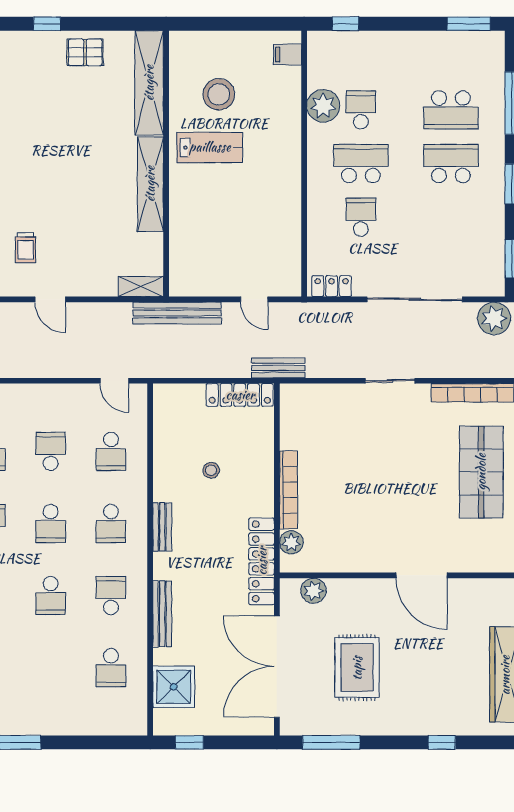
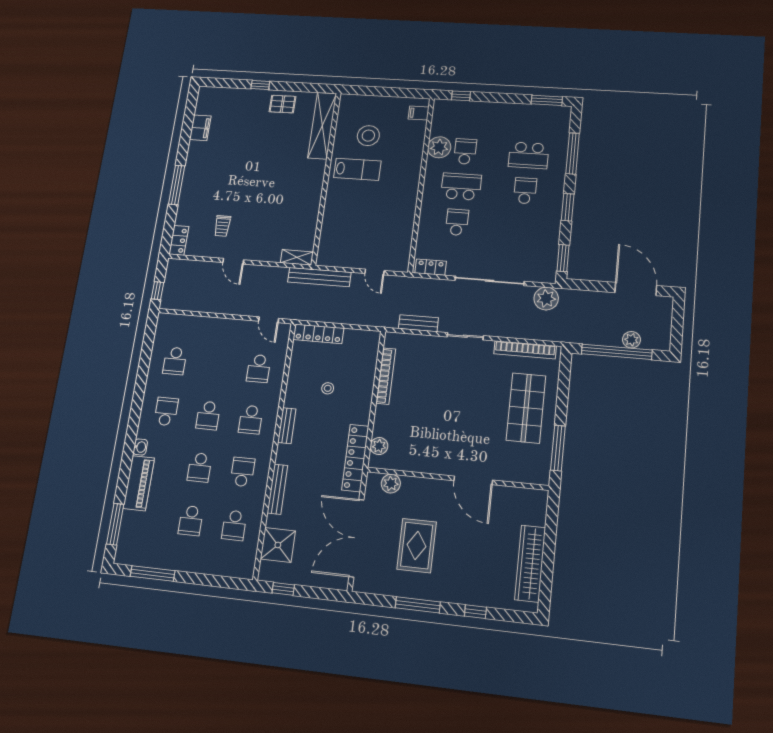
school desk: (451, 164) -> (525, 191), width x0.54
shelving: (150, 184) -> (313, 190), removed
bench: (278, 368) -> (418, 323), moved
locker: (240, 395) -> (318, 334), moved
school desk: (51, 451) -> (191, 521), moved, turned 180
bookcase: (288, 490) -> (386, 376), moved
window: (331, 742) -> (418, 605), moved

